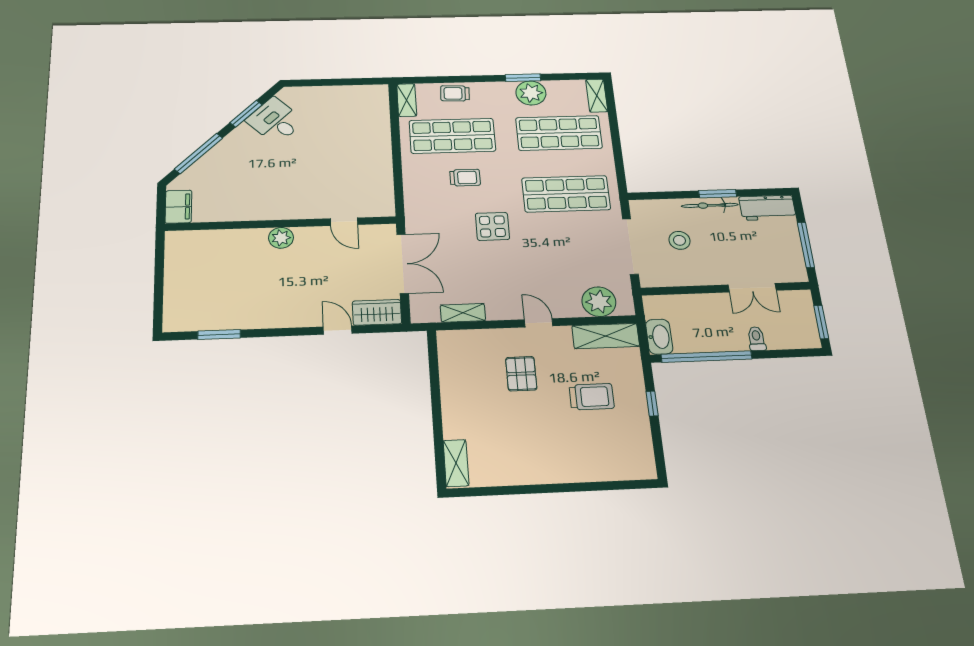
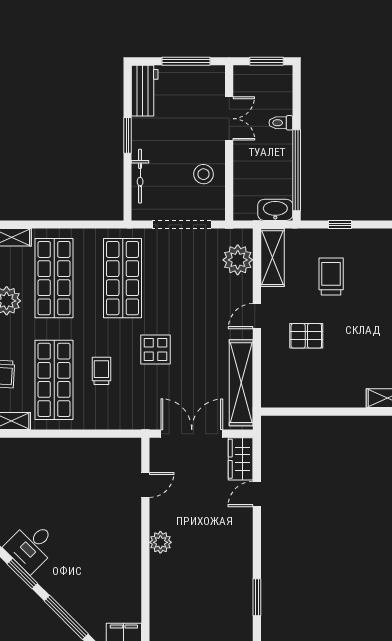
bicycle: (710, 205) -> (140, 176), moved
stool: (680, 240) -> (204, 174), moved
shelving: (463, 313) -> (241, 383), width x2.20, depth x1.33

